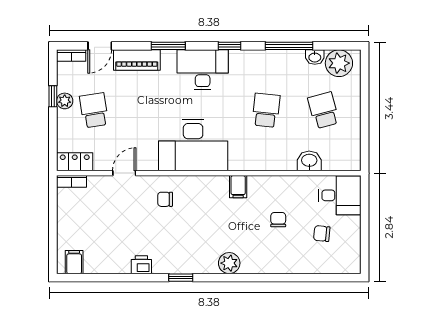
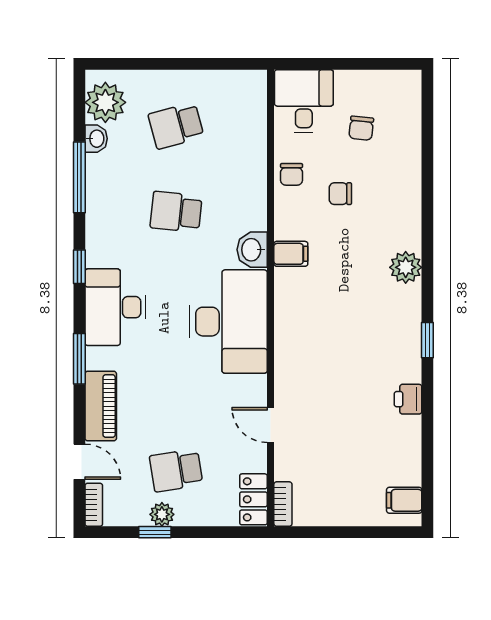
washbasin: (309, 161) -> (252, 250), moved
chair: (165, 199) -> (292, 174), moved

